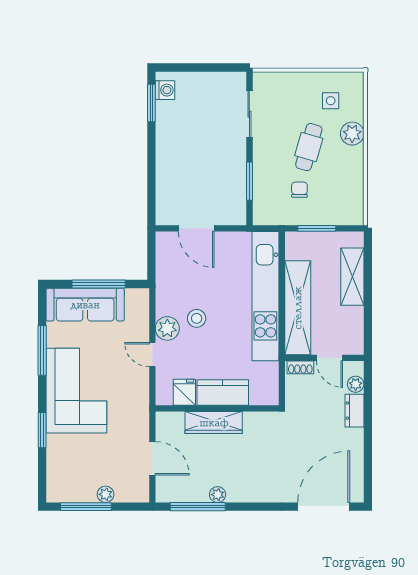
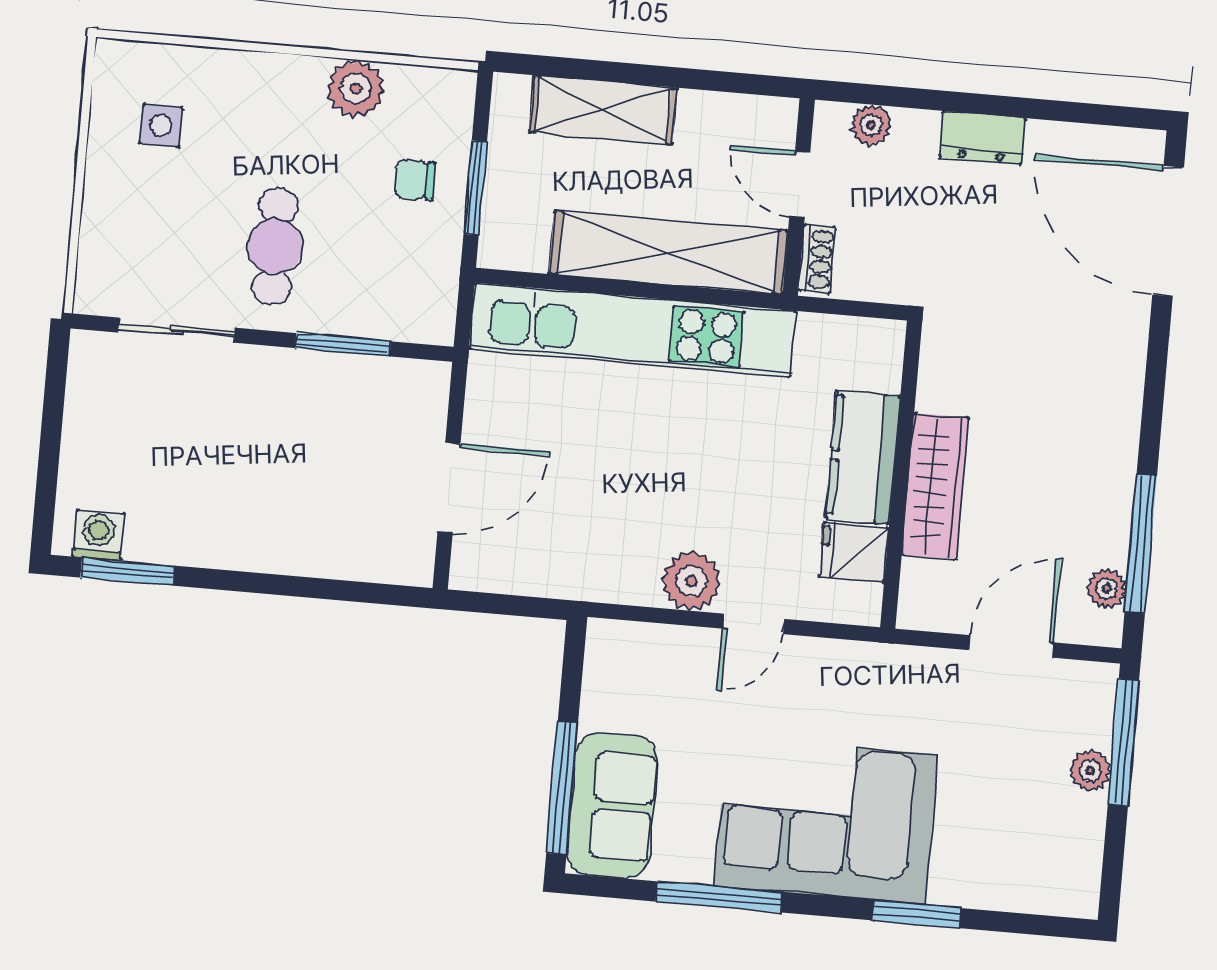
plant: (352, 134) -> (356, 89), moved
cafe table: (309, 147) -> (275, 246), moved, turned 74
chair: (299, 190) -> (415, 180), moved
window: (99, 284) -> (562, 788), moved
sofa: (85, 305) -> (612, 806), width x0.73
stool: (197, 318) -> (673, 506), removed
door: (330, 358) -> (800, 184), swing flipped
dresser: (355, 411) -> (982, 138), moved
plant: (218, 495) -> (1107, 589), moved
window: (86, 507) -> (1123, 742), moved

